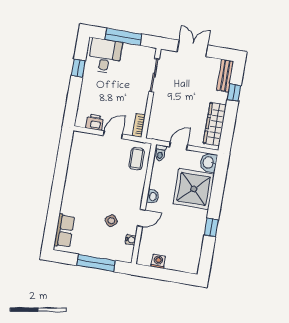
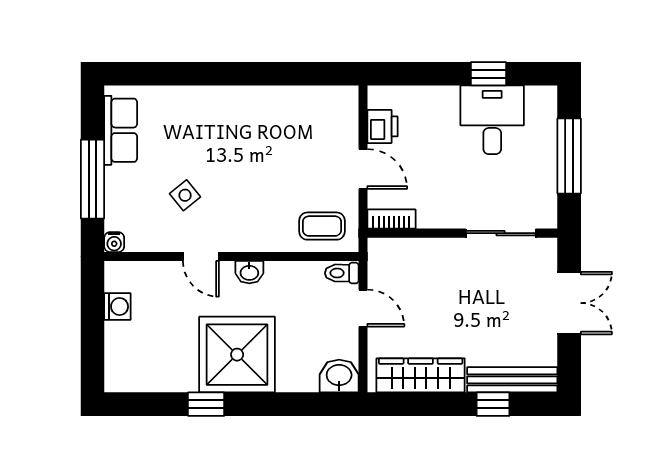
desk: (105, 56) -> (492, 120), moved, turned -90
bench: (225, 76) -> (512, 380), width x1.36
shower: (194, 189) -> (237, 355), moved
row of seats: (64, 231) -> (121, 130), moved, turned -90
water cooler: (131, 240) -> (114, 242), moved

